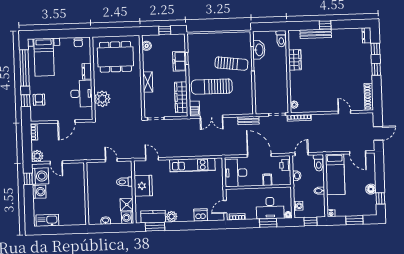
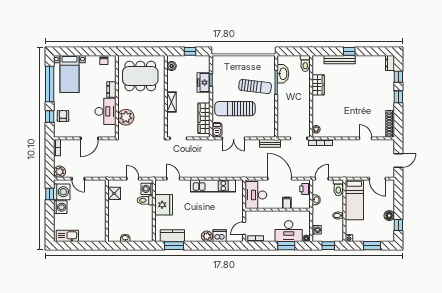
shower: (127, 205) -> (114, 193), moved
plant: (172, 217) -> (207, 236), moved
washing machine: (128, 218) -> (147, 189), moved

